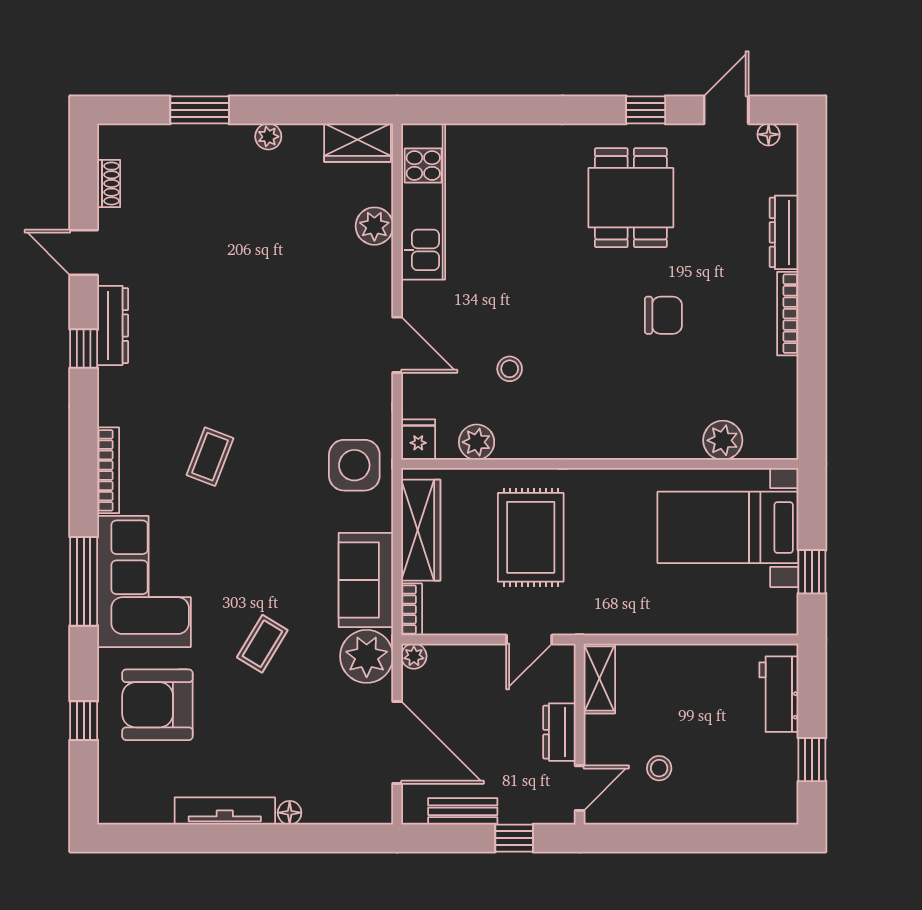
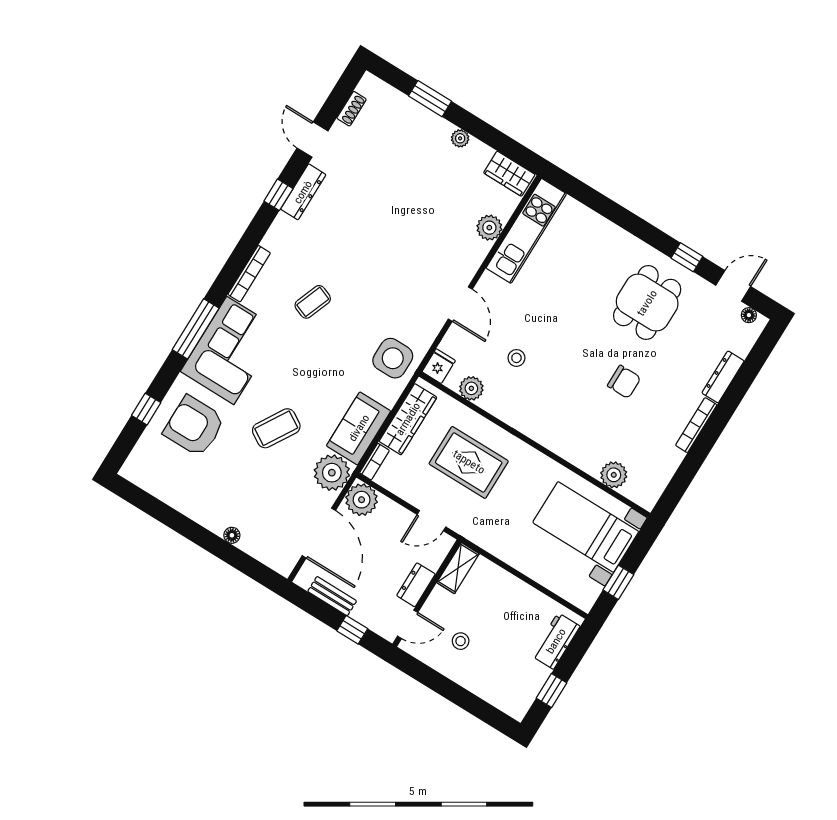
rug: (531, 537) -> (469, 462), turned 90
coffee table: (262, 644) -> (276, 428), width x1.36, depth x1.30
plant: (414, 656) -> (362, 500), width x1.87, depth x1.87
tv unit: (225, 811) -> (195, 511), removed

